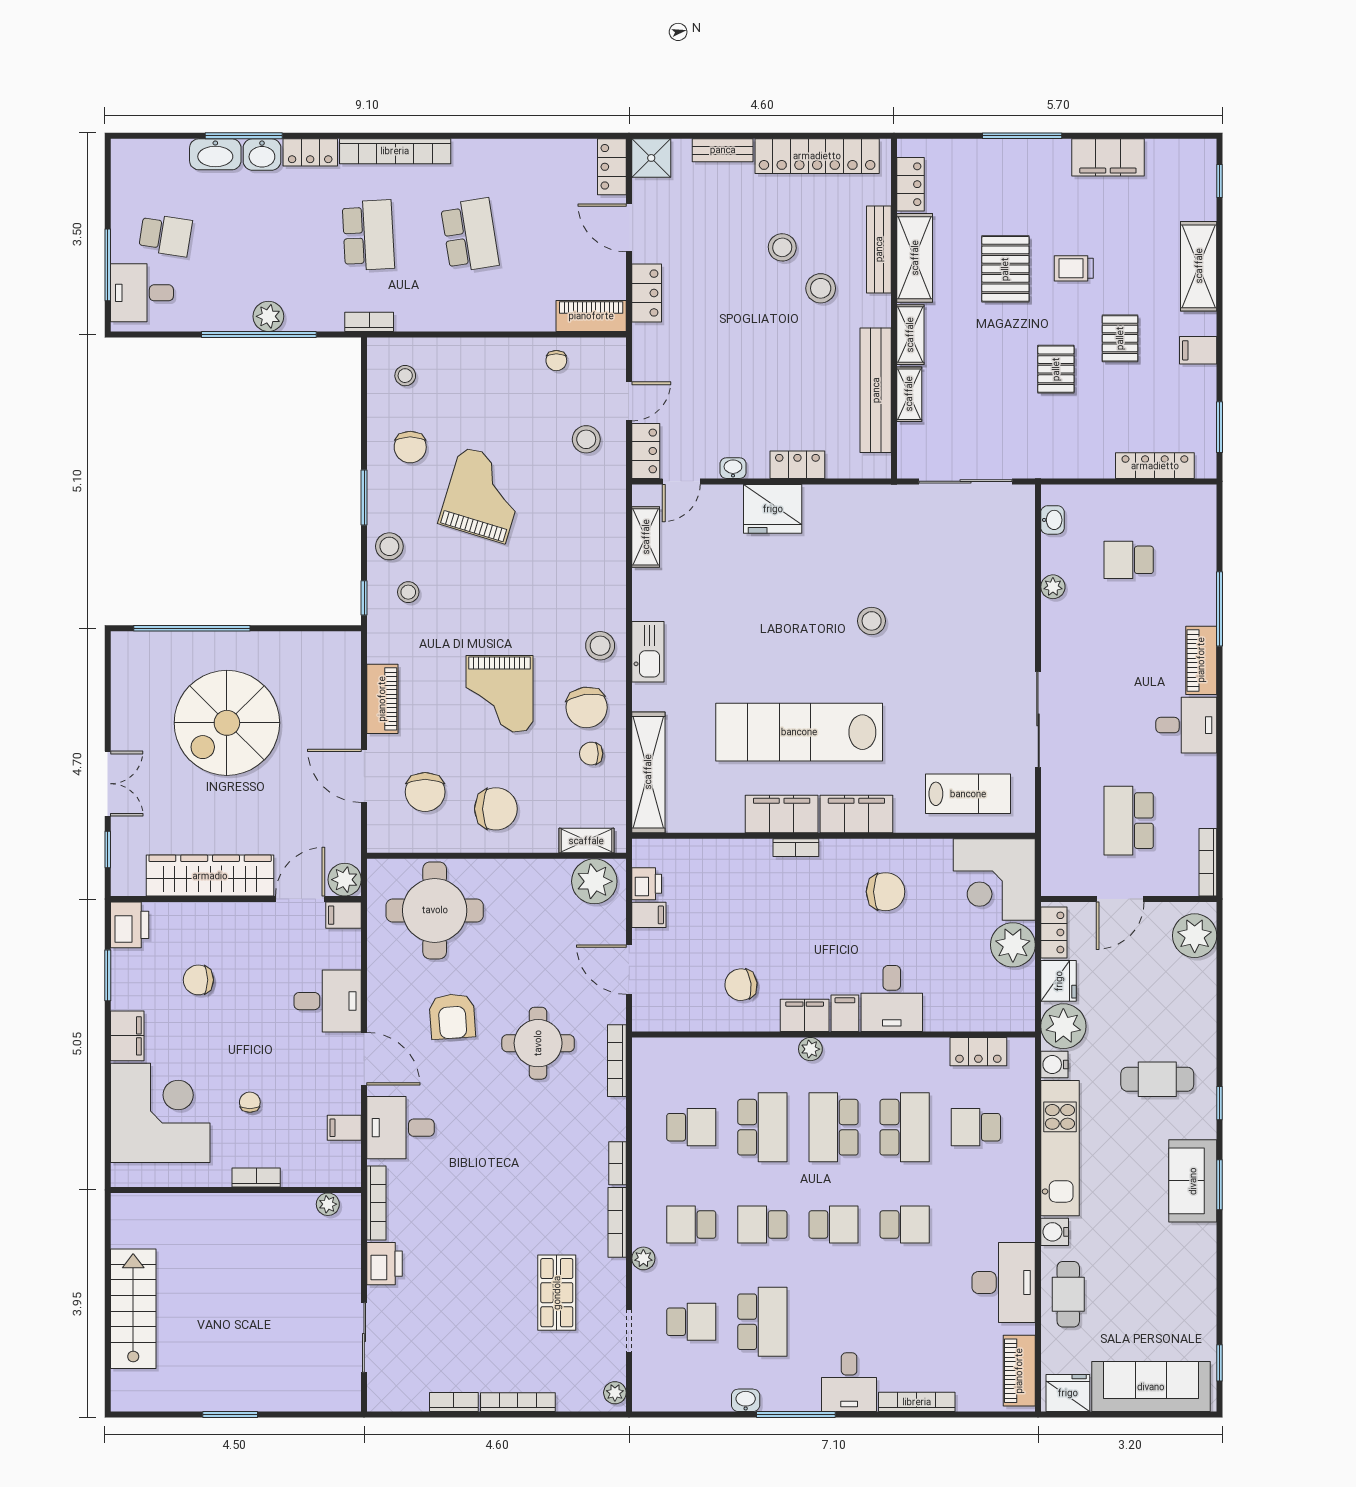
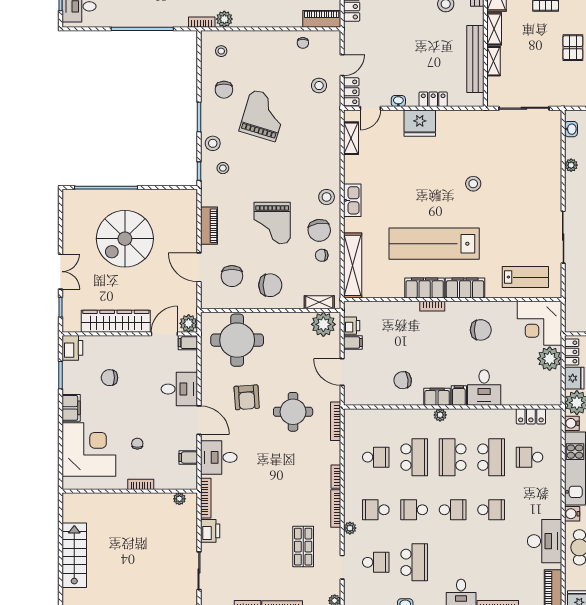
plant: (268, 316) -> (224, 19), moved

